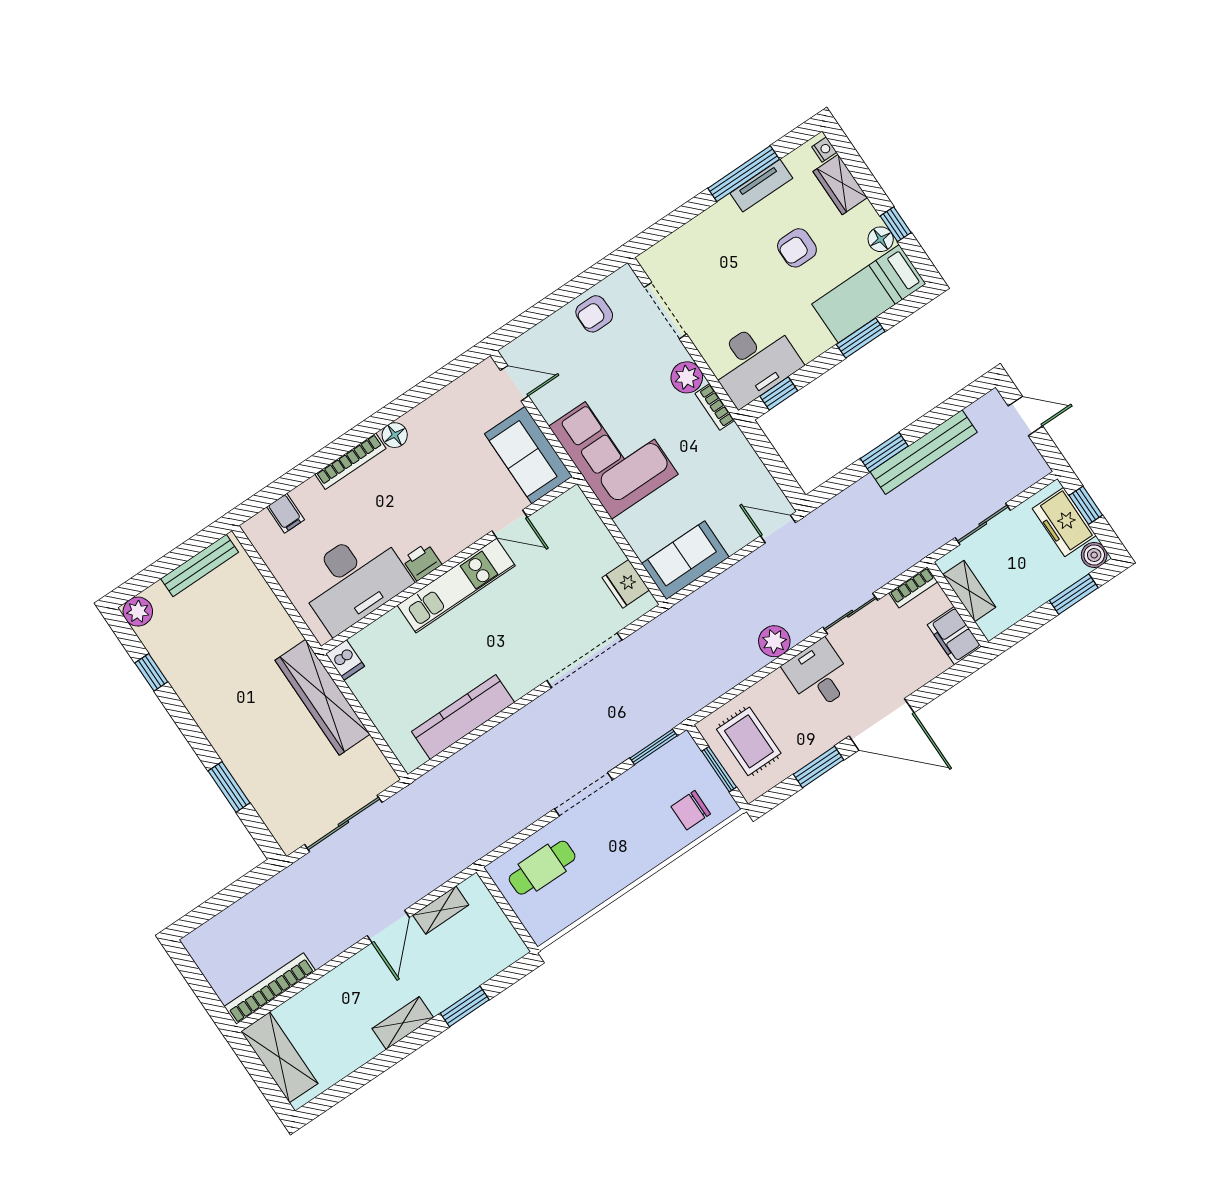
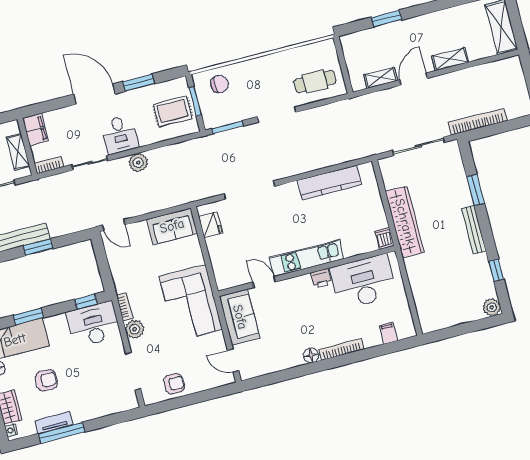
bench: (200, 565) -> (474, 230), moved, turned 90
rug: (749, 741) -> (173, 111), turned 90
bookcase: (270, 989) -> (478, 122), moved, turned 180
shelving: (403, 1023) -> (450, 59), moved

